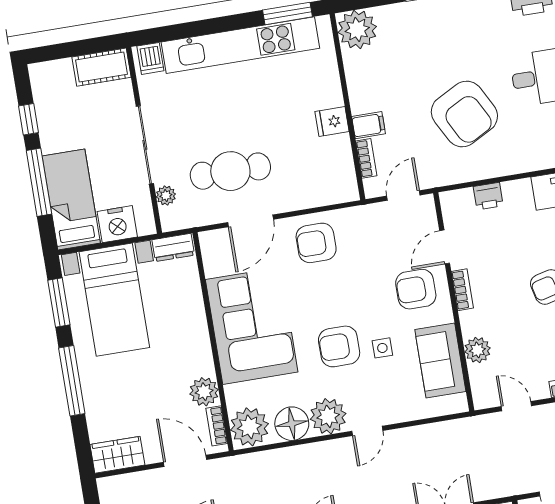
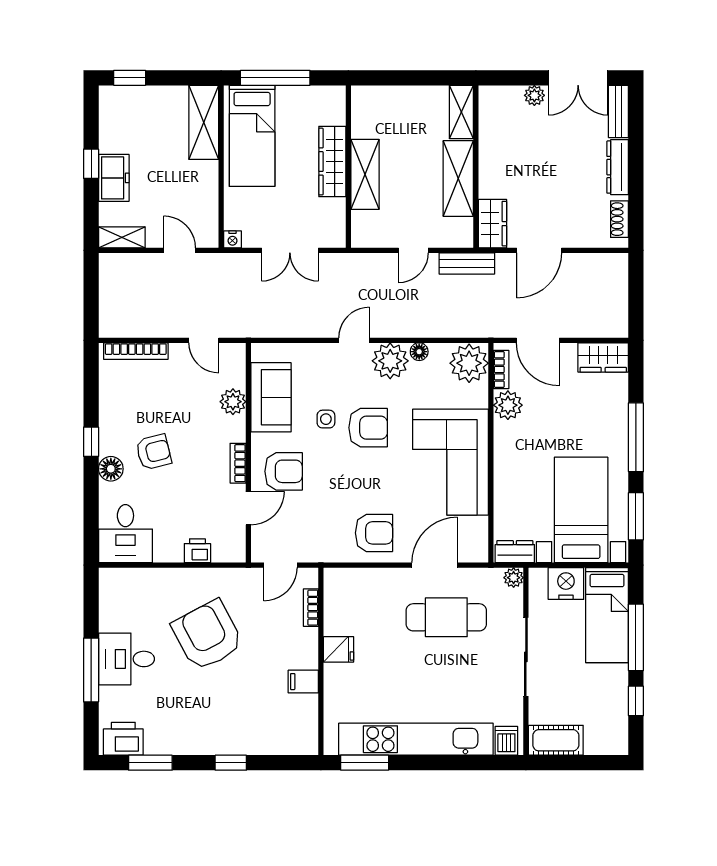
plant: (357, 30) -> (299, 736), removed
filing cabinet: (369, 125) -> (303, 682), moved
plant: (166, 195) -> (514, 578), moved
floor lamp: (292, 424) -> (419, 352), width x0.53, depth x0.53

